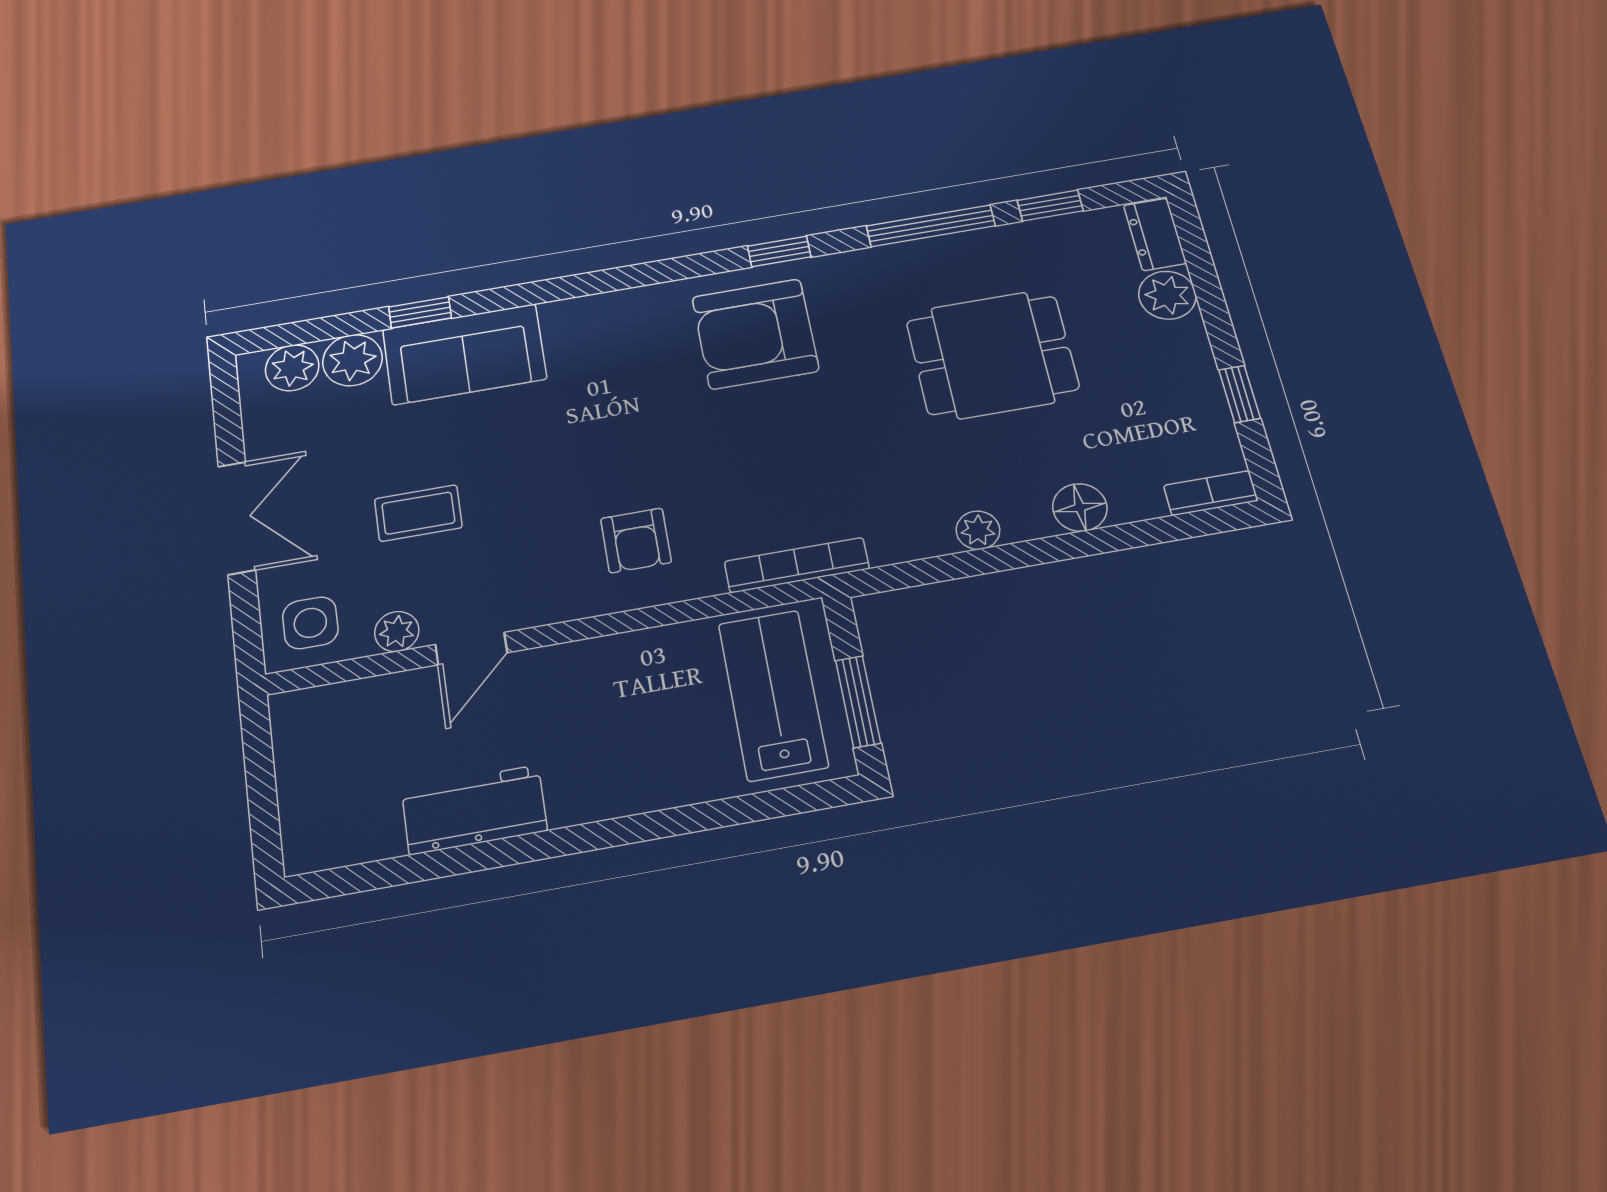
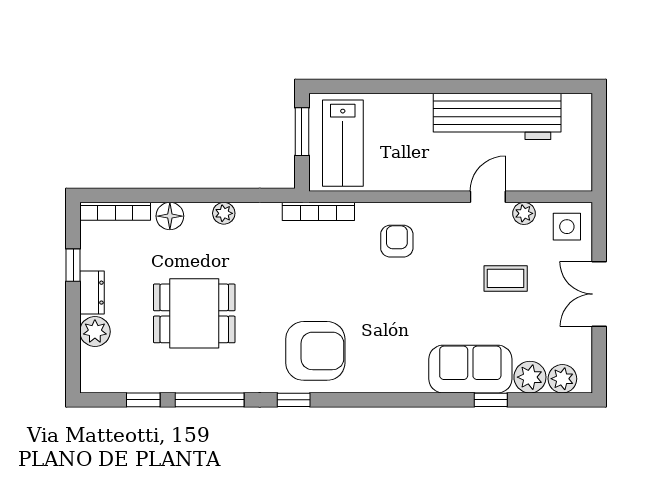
dresser: (1155, 234) -> (92, 293), moved
bookcase: (1211, 493) -> (115, 211), width x1.56
workbench: (474, 810) -> (497, 116), width x1.87, depth x1.32

